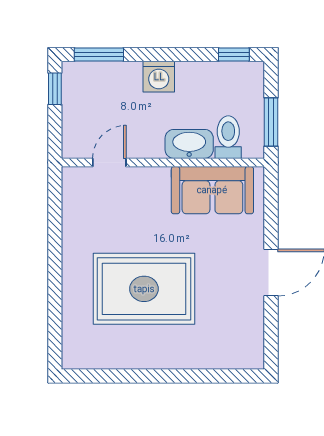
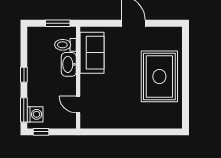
window: (234, 54) -> (24, 75), moved
washing machine: (159, 77) -> (35, 114), moved
rug: (144, 289) -> (159, 76), moved

